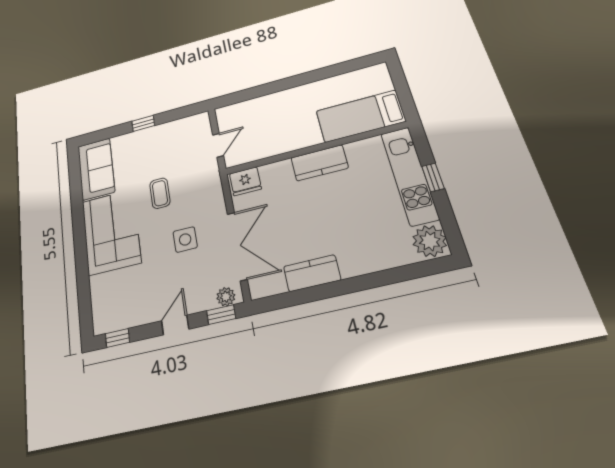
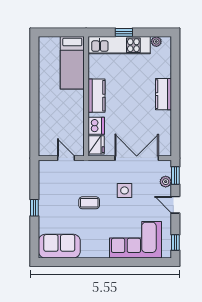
dishwasher: (274, 174) -> (96, 126), added
corner sofa: (111, 232) -> (136, 240), moved
plant: (430, 241) -> (156, 42), width x0.53, depth x0.53
kitchen counter: (312, 273) -> (164, 94), moved
plant: (226, 297) -> (166, 182), moved

